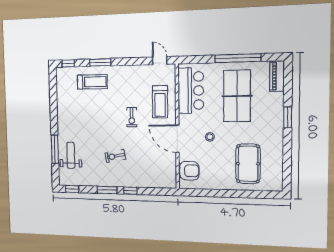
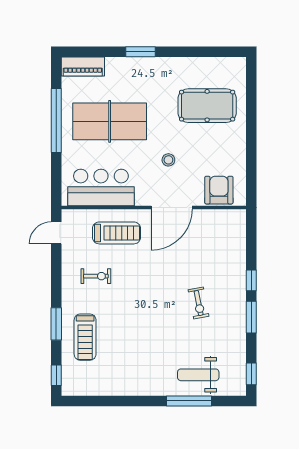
treadmill: (92, 82) -> (85, 337), turned 180
exercise bike: (132, 117) -> (96, 276), moved

